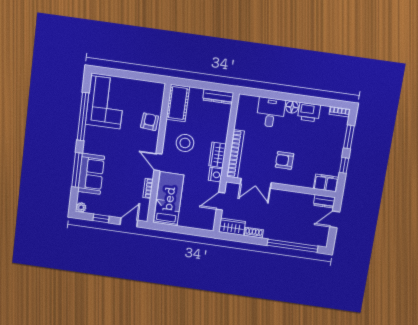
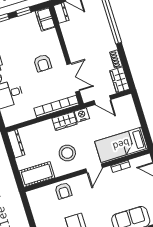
armchair: (150, 122) -> (63, 191), turned -95

